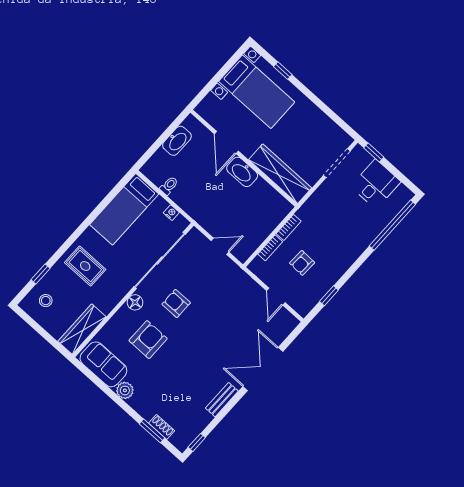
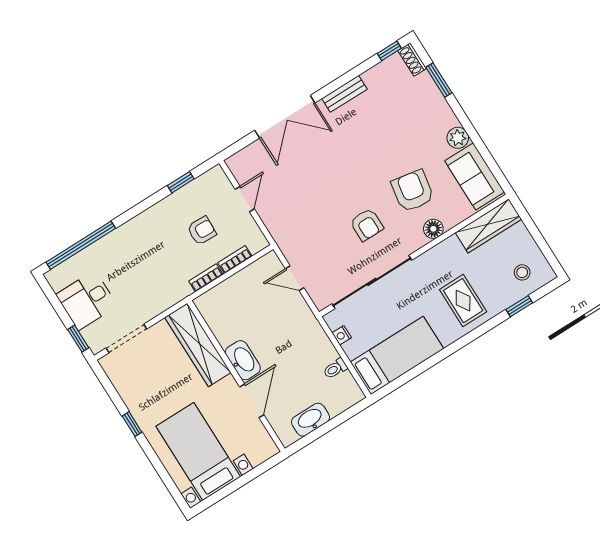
window: (283, 71) -> (132, 424), moved
floor lamp: (135, 302) -> (433, 229), moved
armchair: (148, 340) -> (413, 191), turned 100
shoe rack: (162, 427) -> (412, 59), moved

